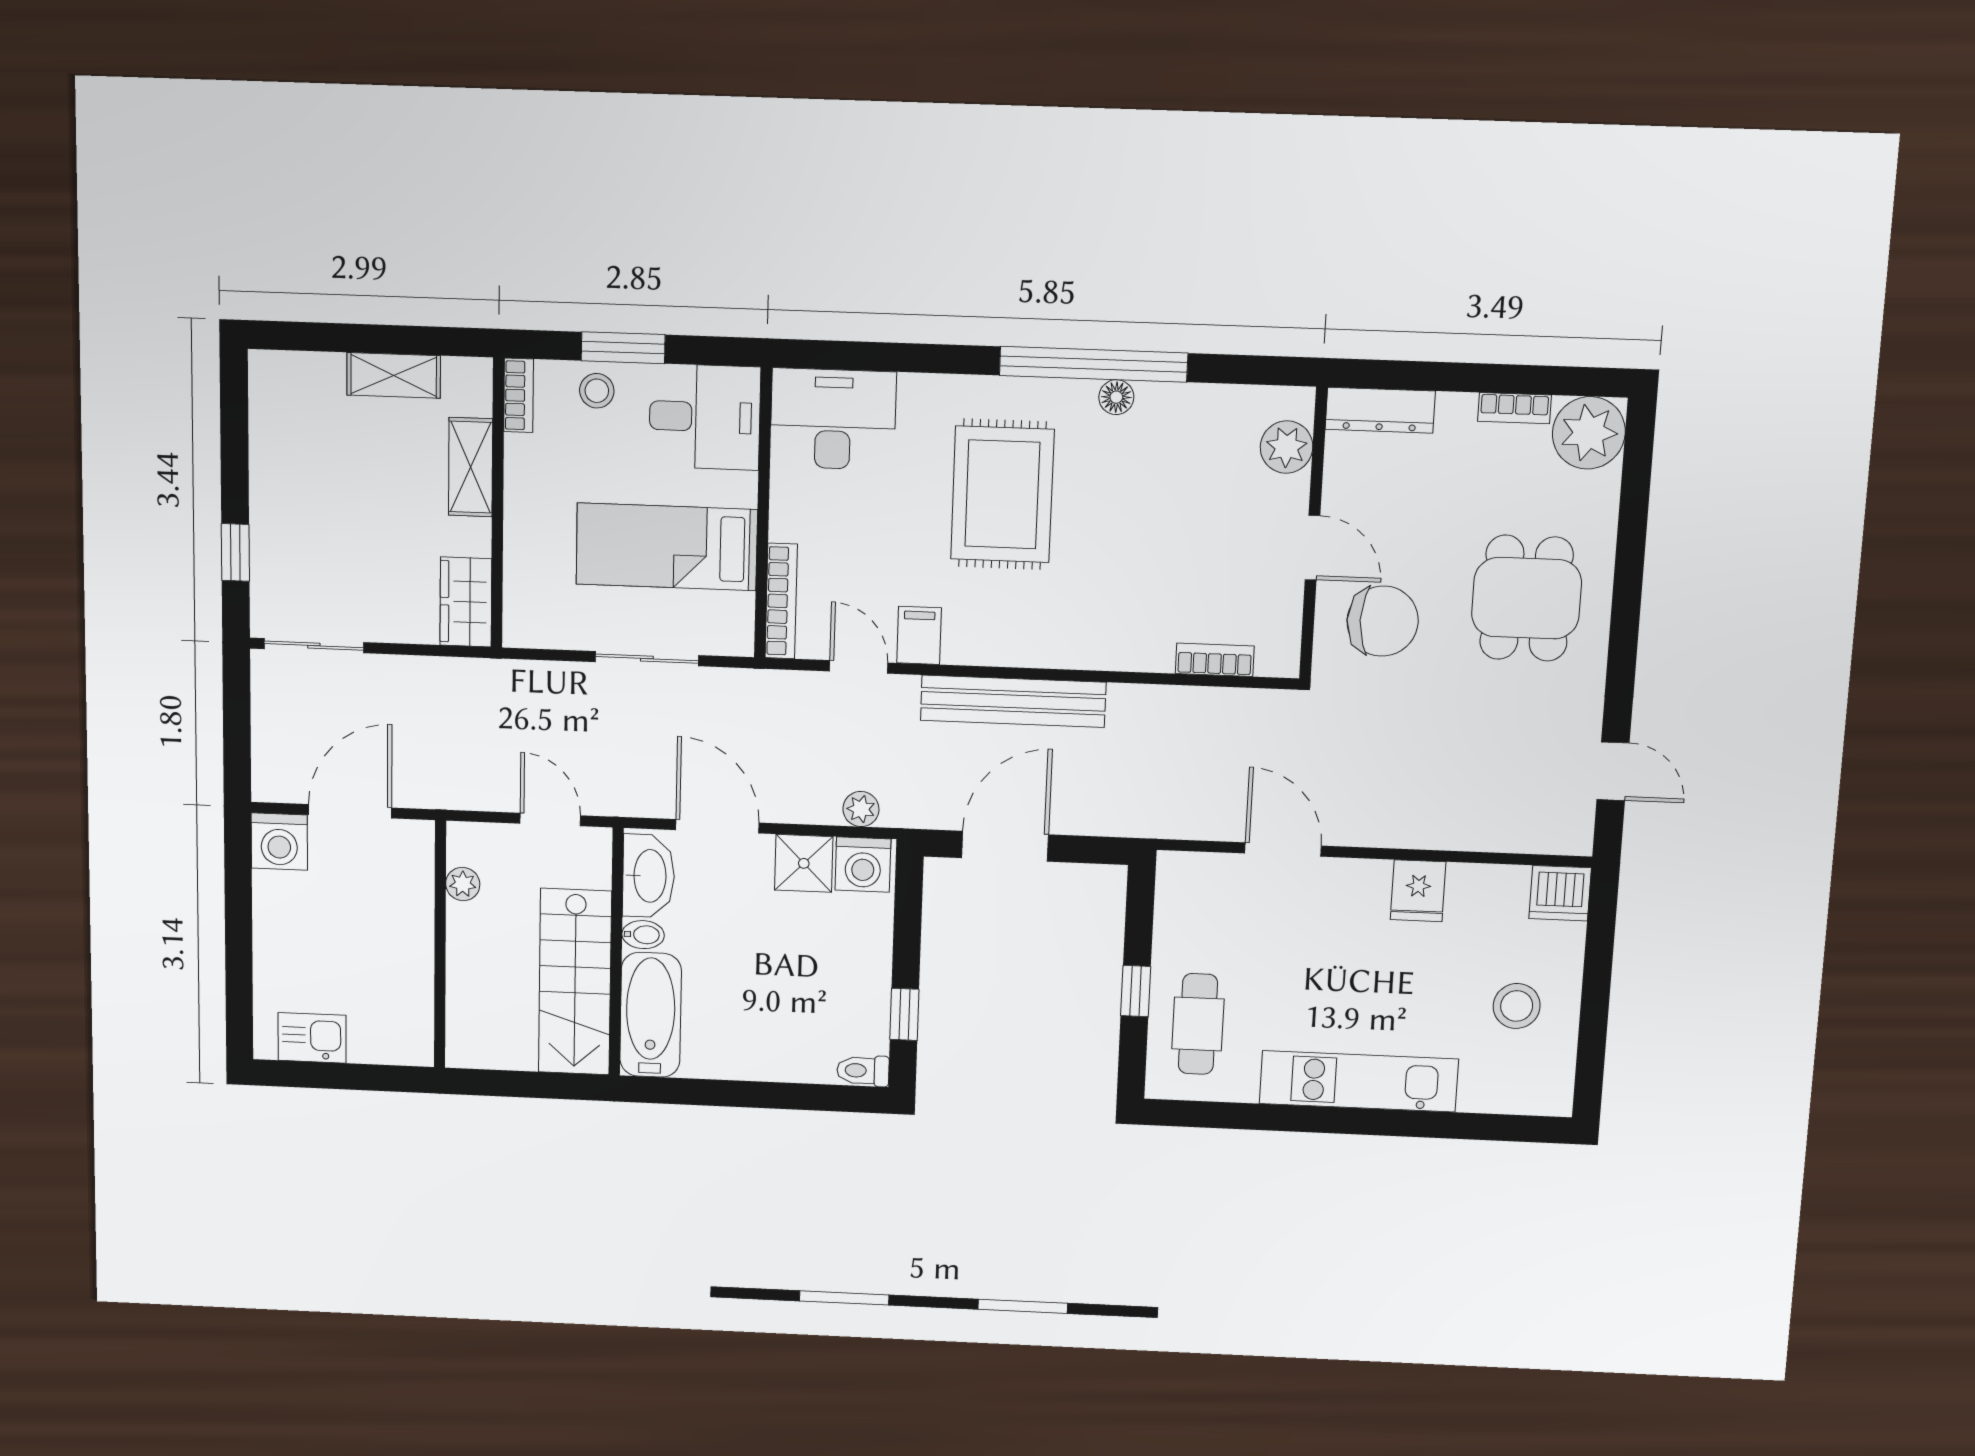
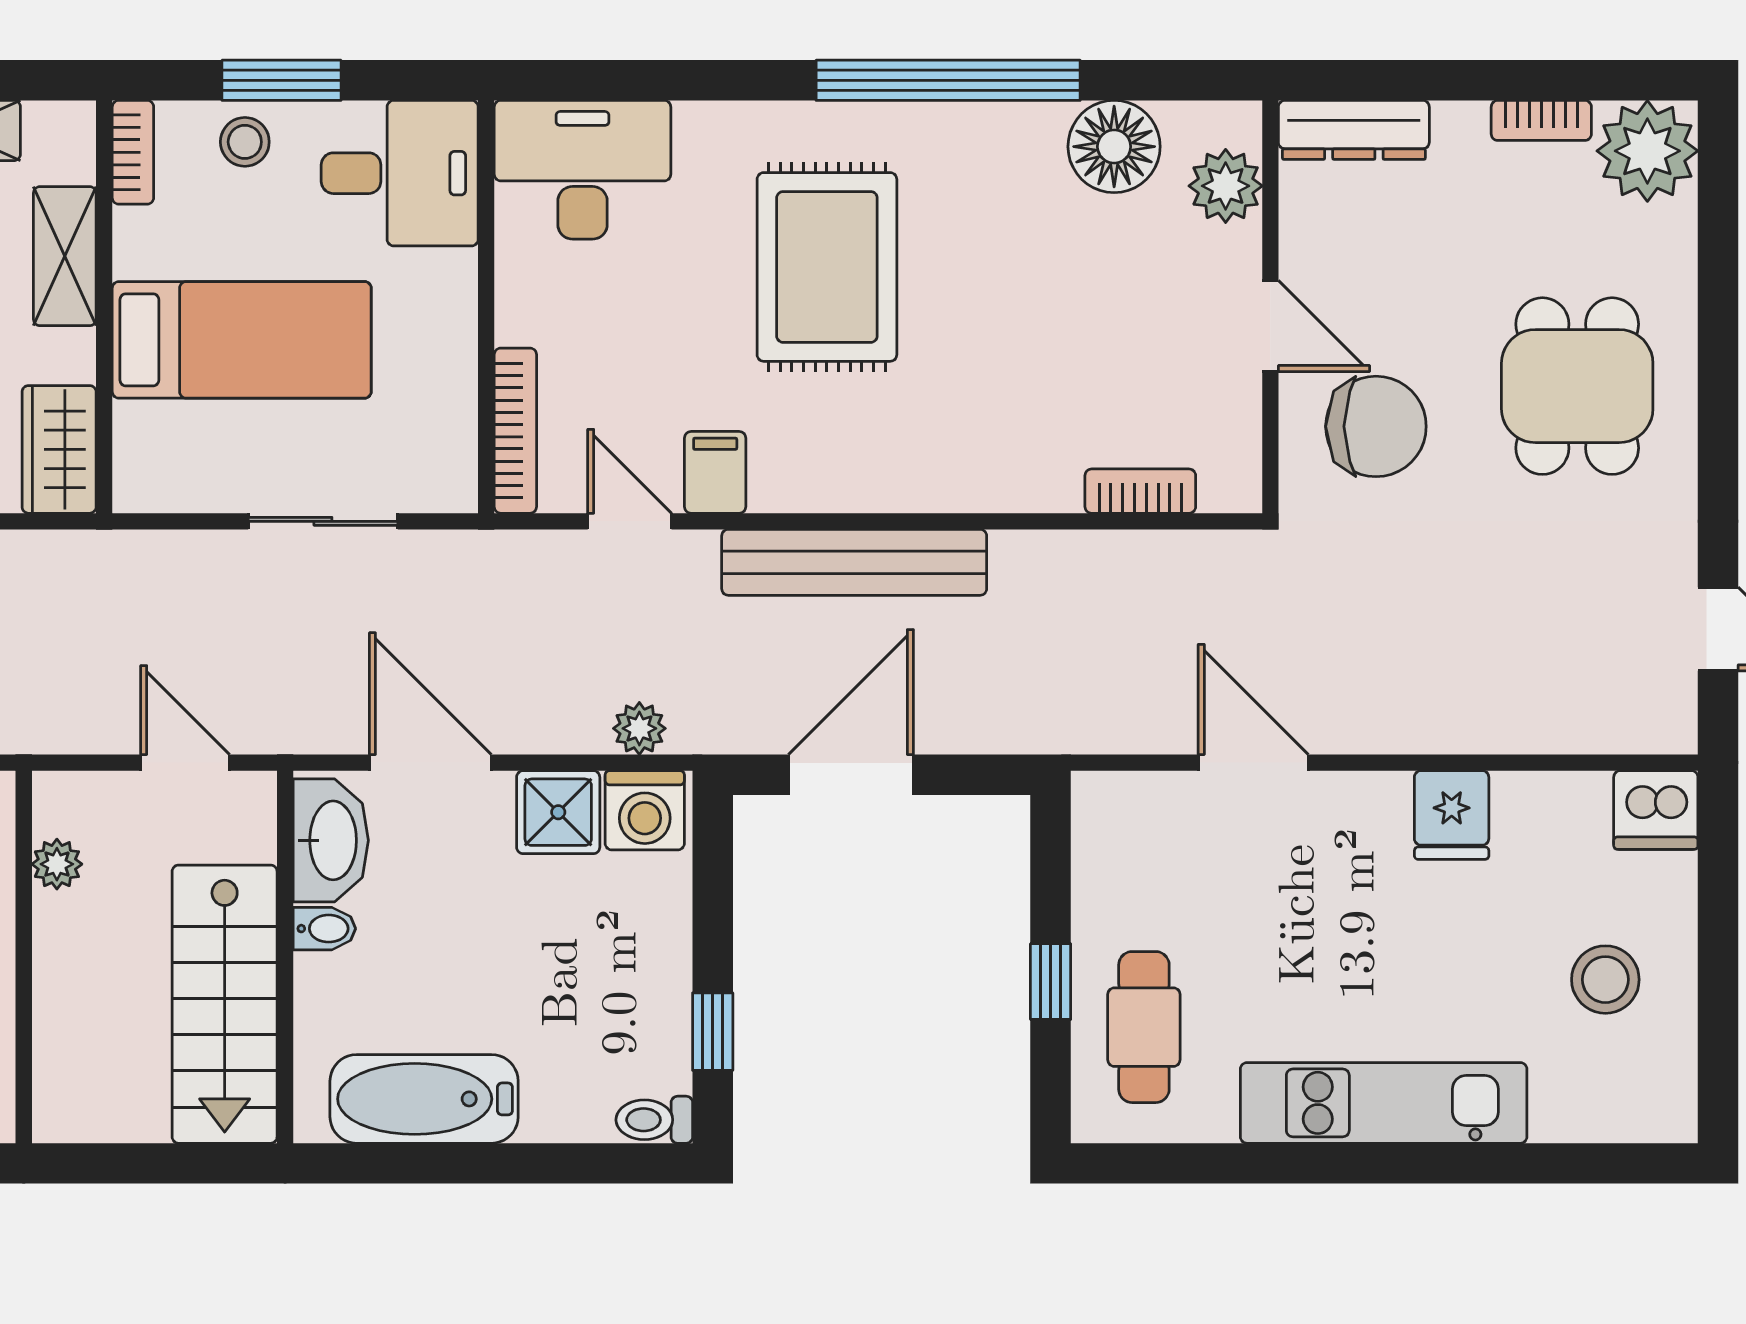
floor lamp: (1116, 397) -> (1114, 147), moved, width x1.89, depth x1.89
bed: (667, 547) -> (242, 340), moved, turned 180
bathtub: (651, 1015) -> (424, 1099), moved, turned -90

